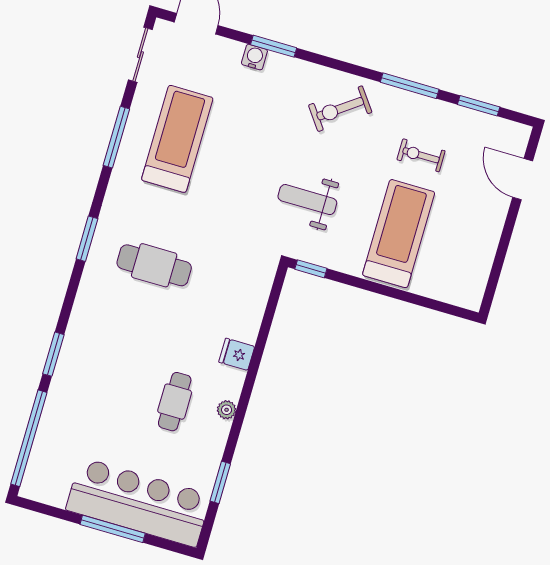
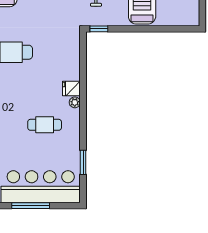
cafe table: (175, 402) -> (45, 125), turned 90
plant: (227, 410) -> (75, 102), moved

